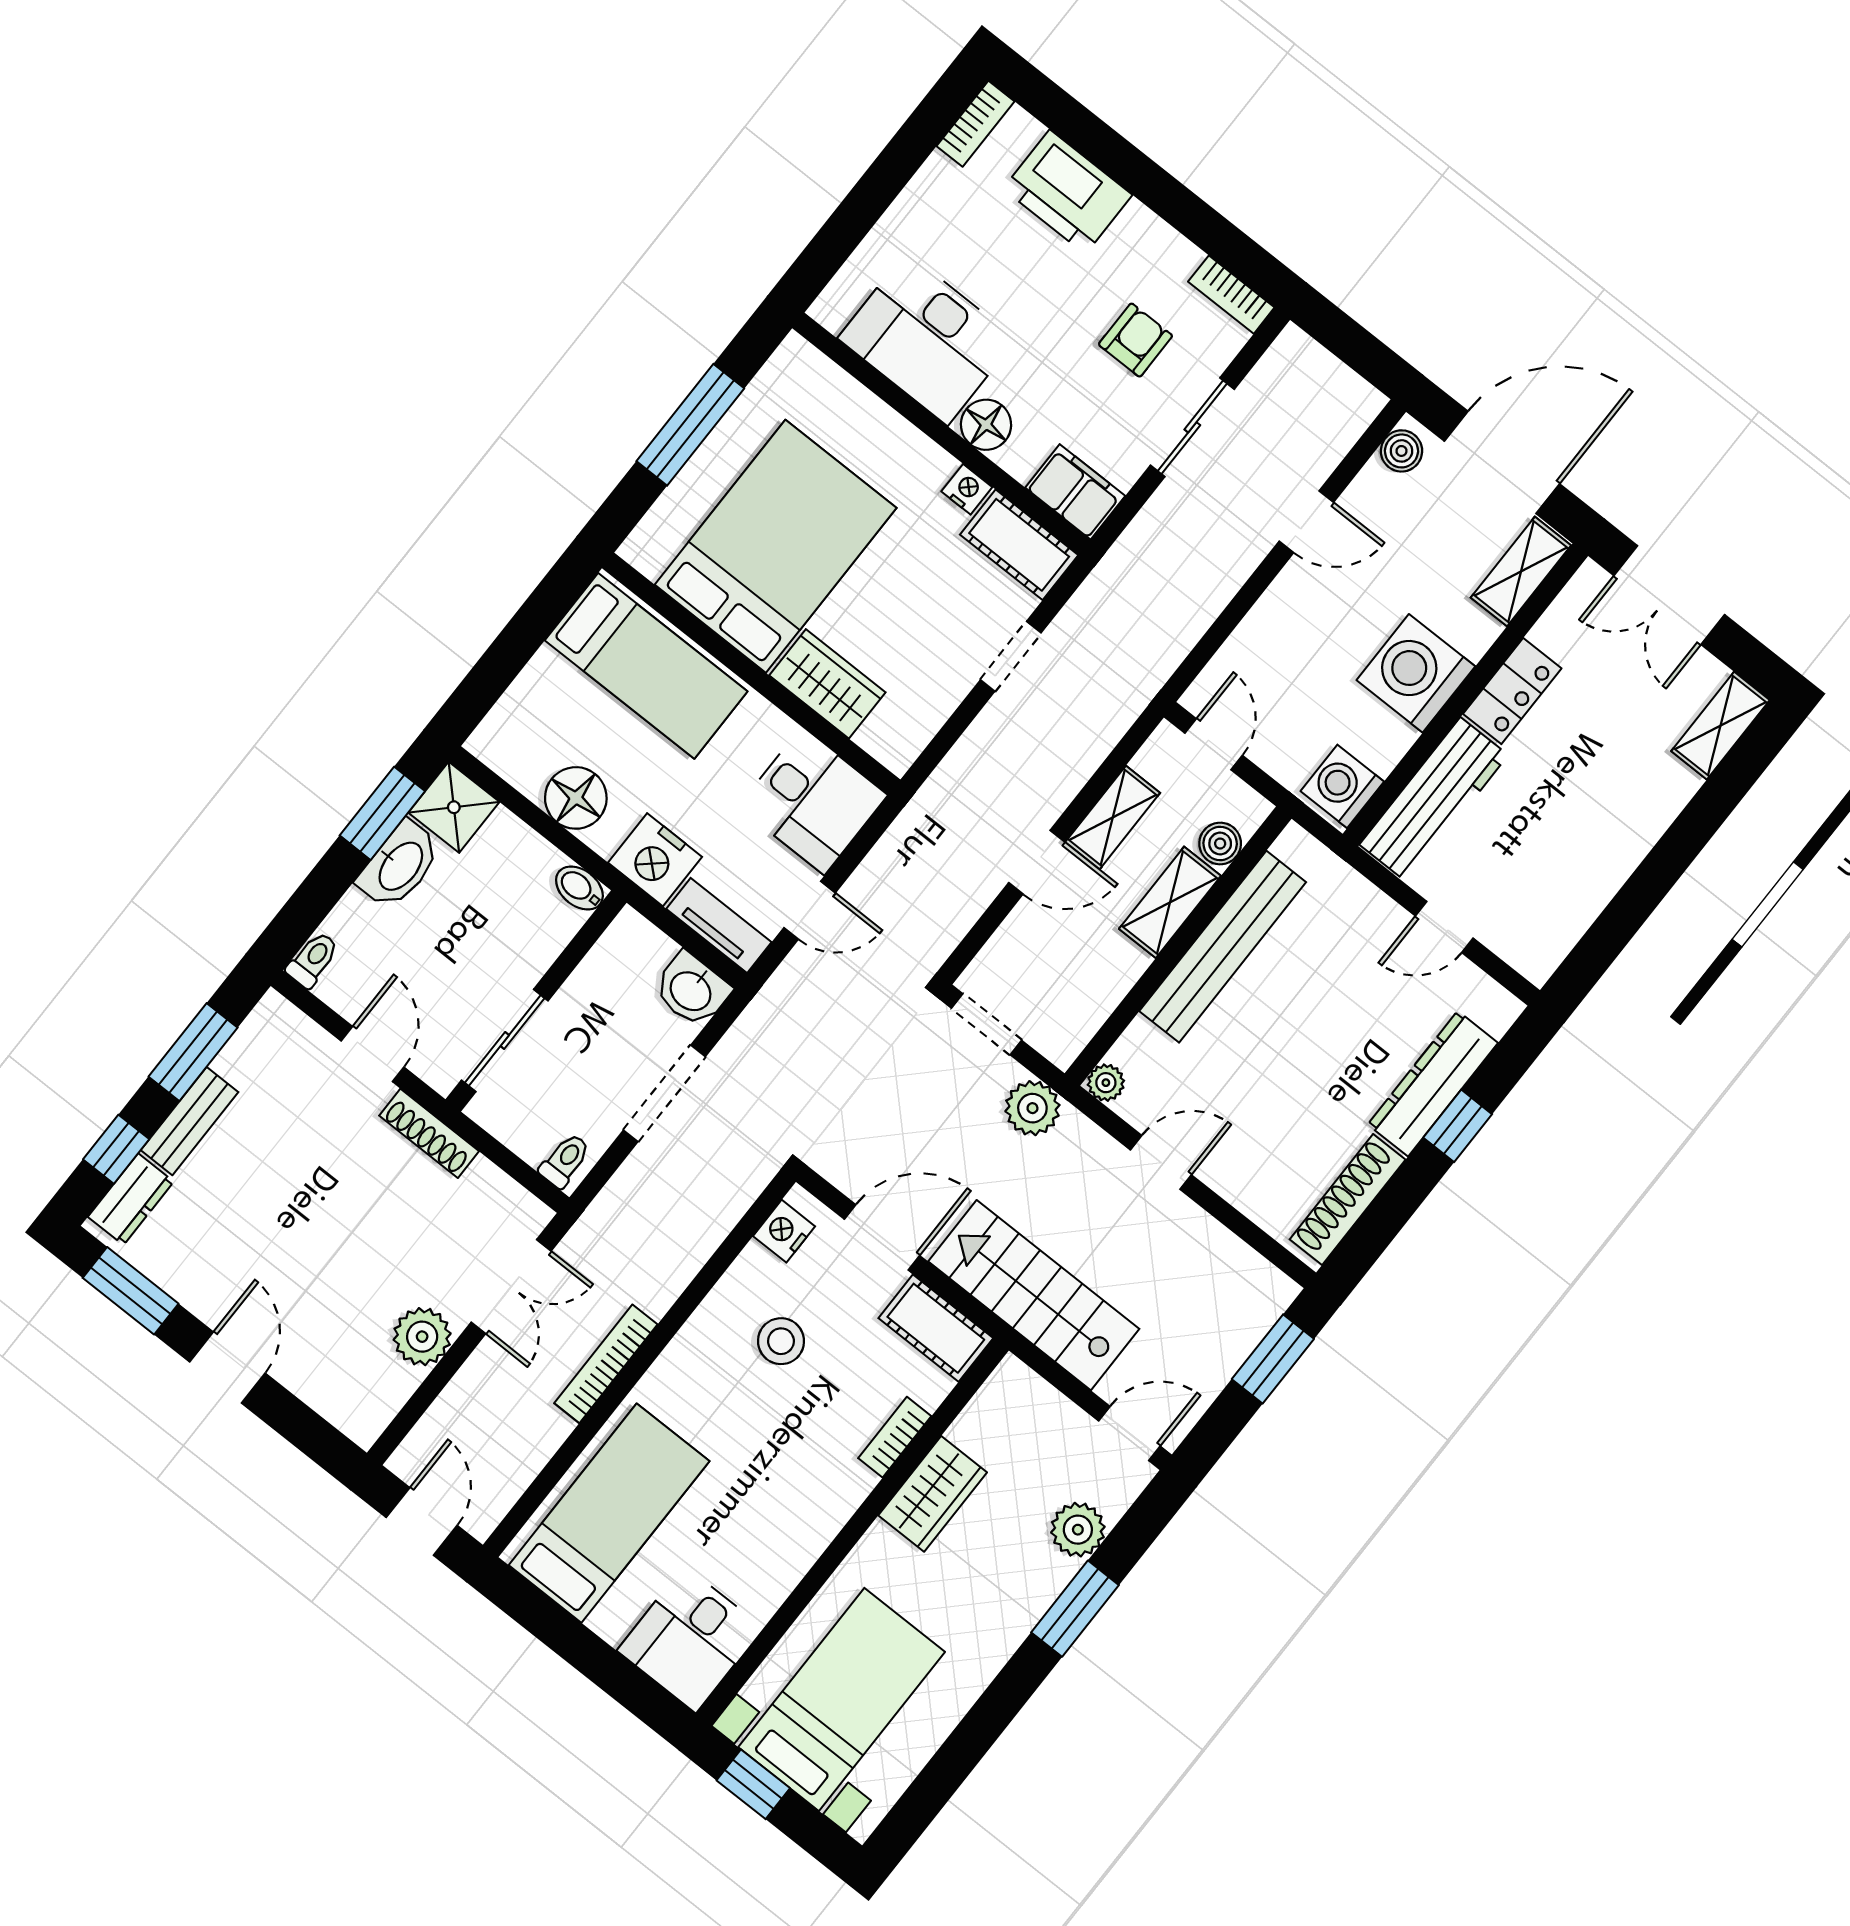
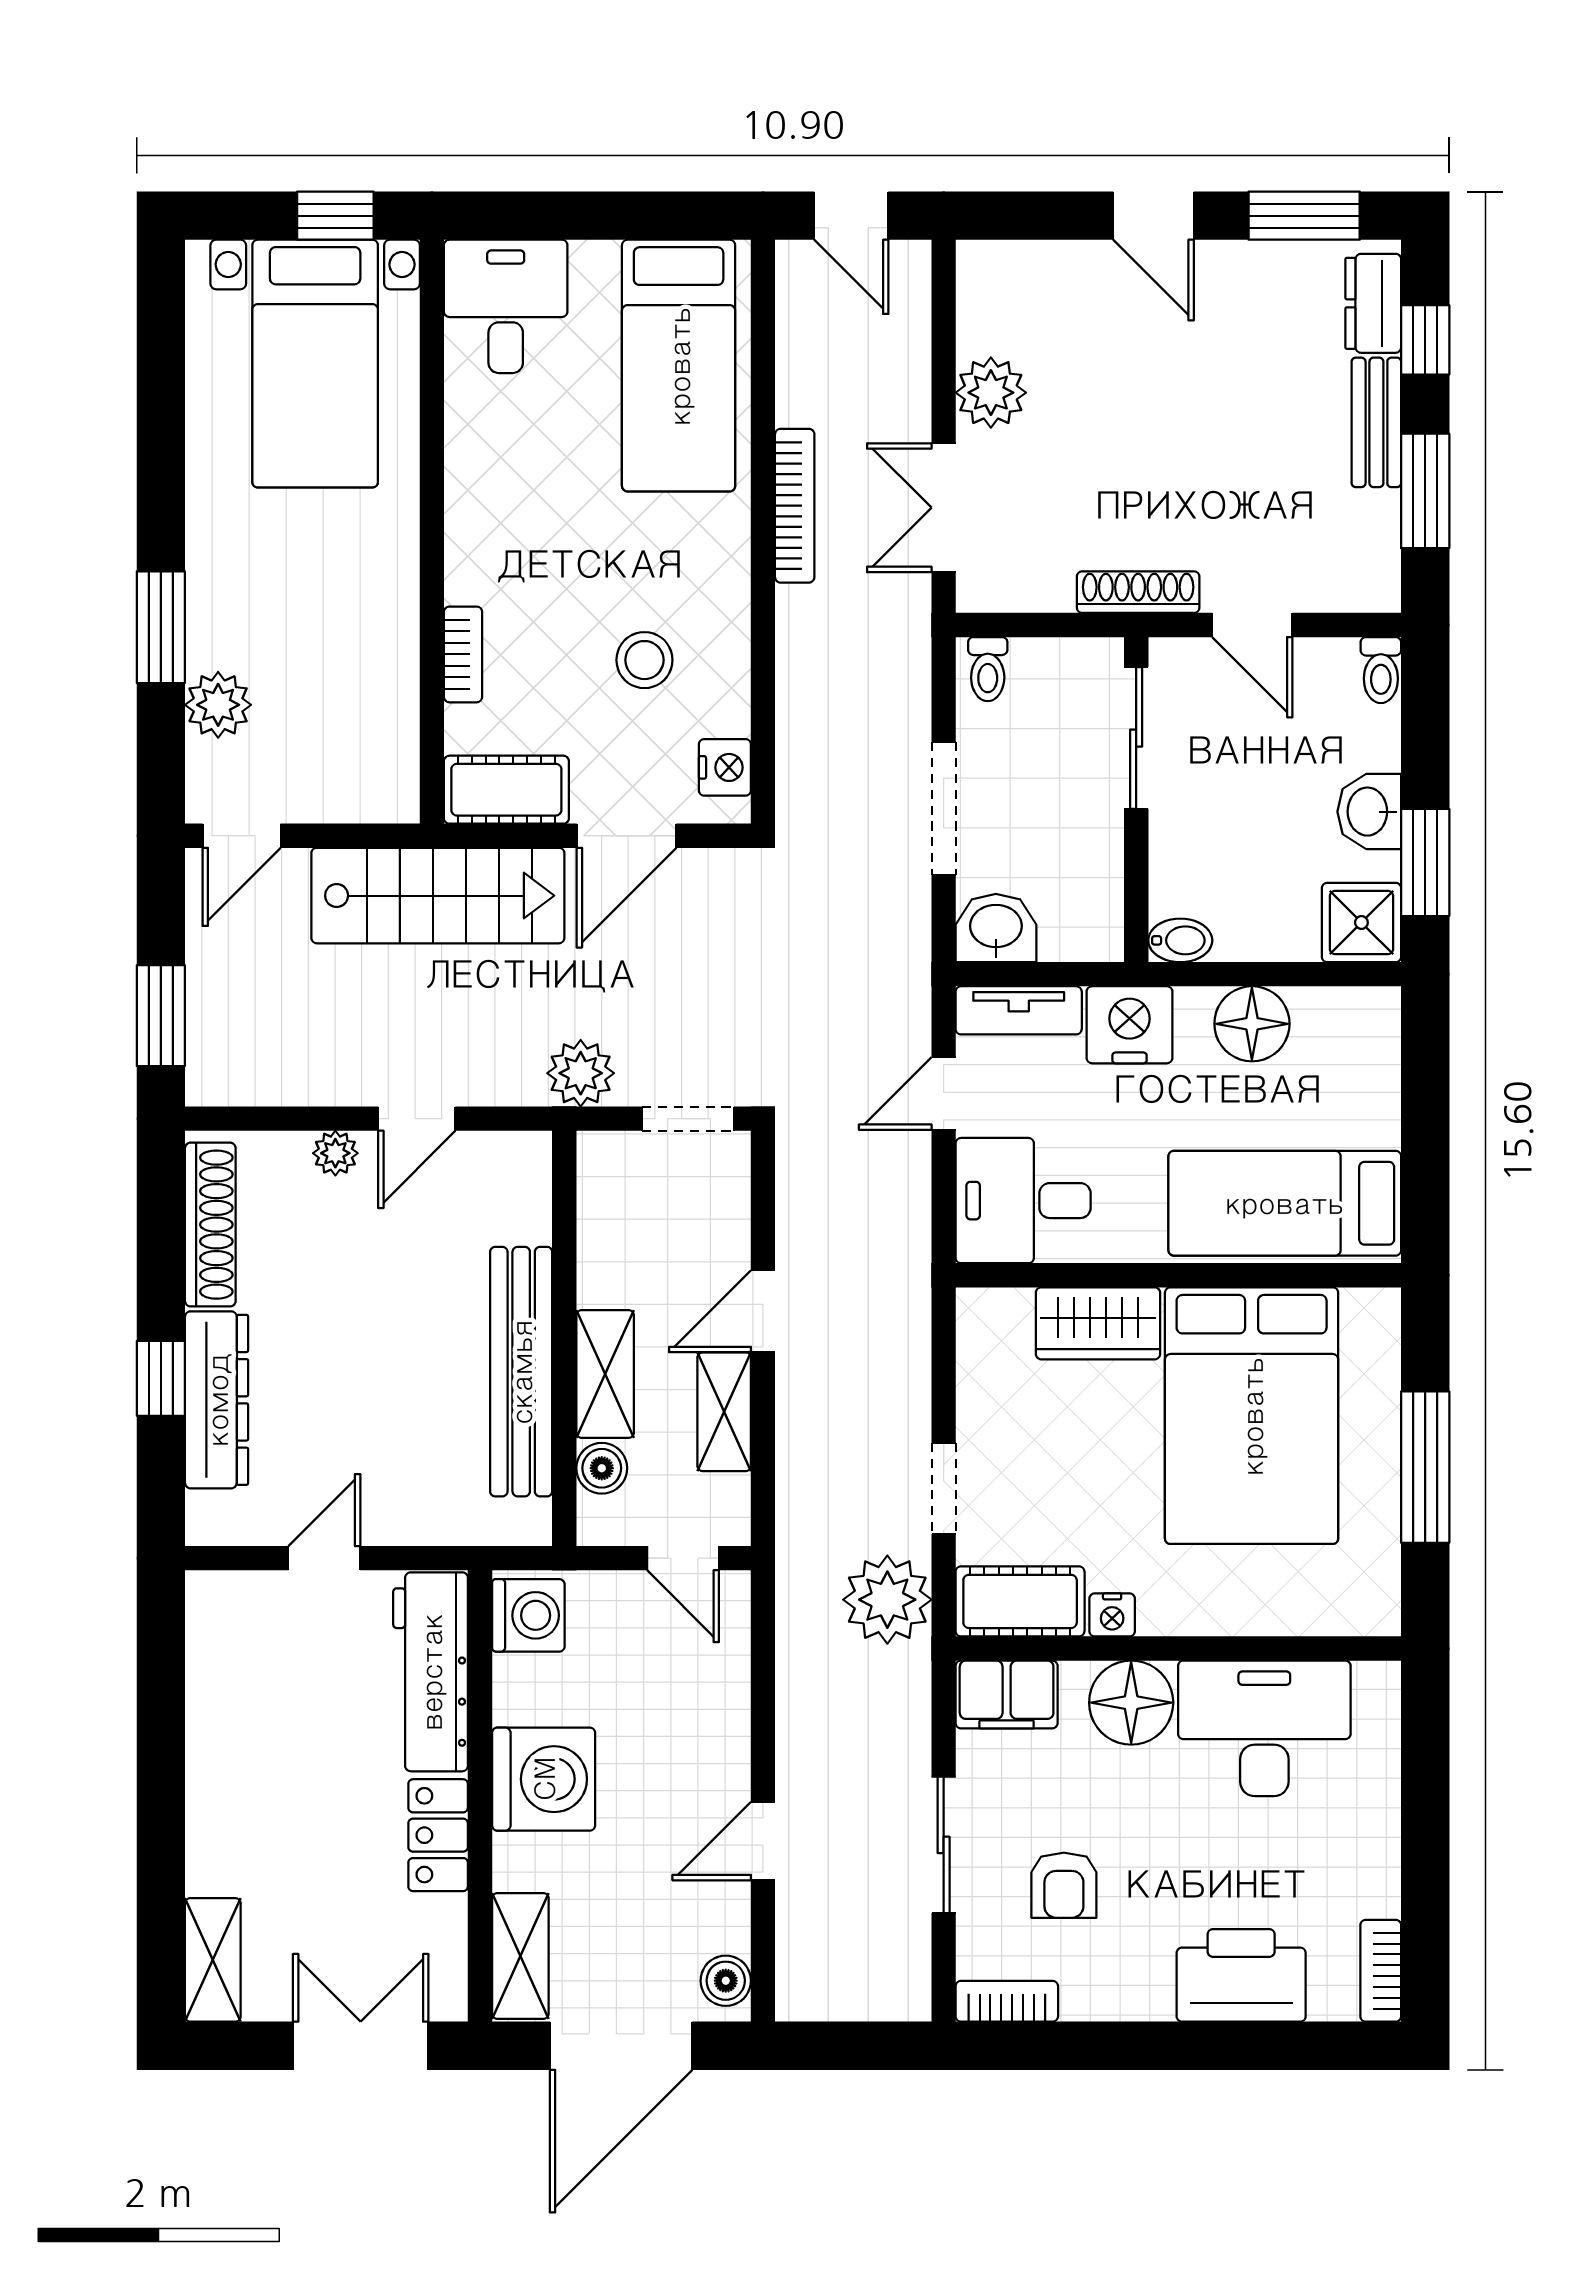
floor lamp: (986, 425) -> (1131, 1703), width x1.38, depth x1.38
plant: (1104, 614) -> (887, 1600), added
washbasin: (400, 865) -> (1369, 812), width x0.72
plant: (1106, 1083) -> (335, 1153), moved
wardrobe: (933, 1494) -> (384, 629), removed

